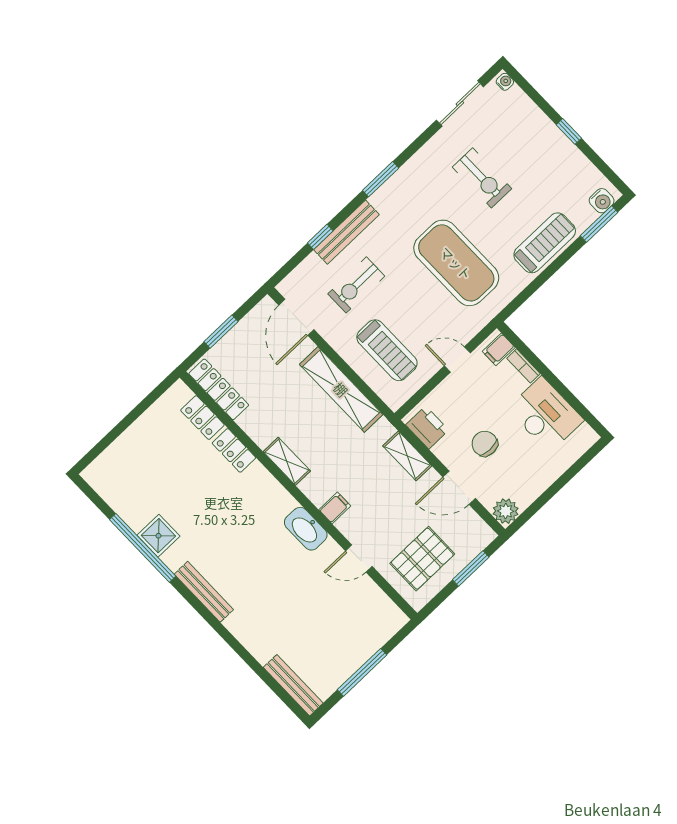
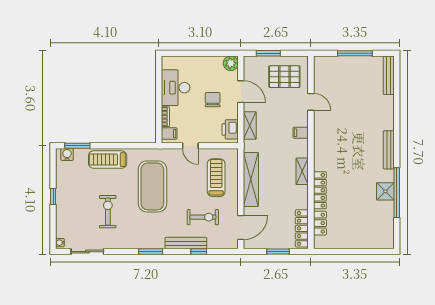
chair: (485, 444) -> (213, 100), turned 180
locker: (234, 450) -> (320, 190), width x1.53
washbasin: (306, 529) -> (321, 136), removed

